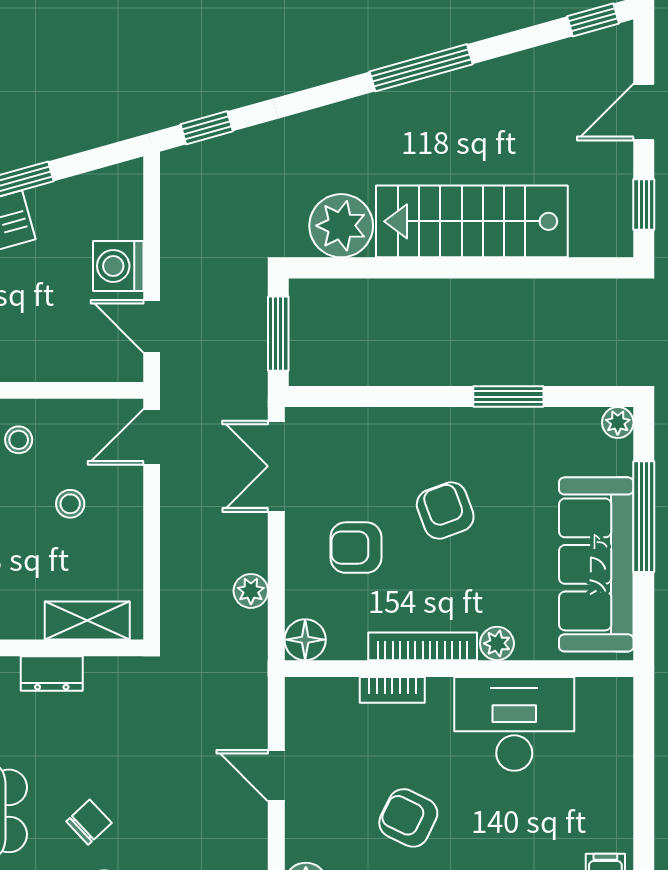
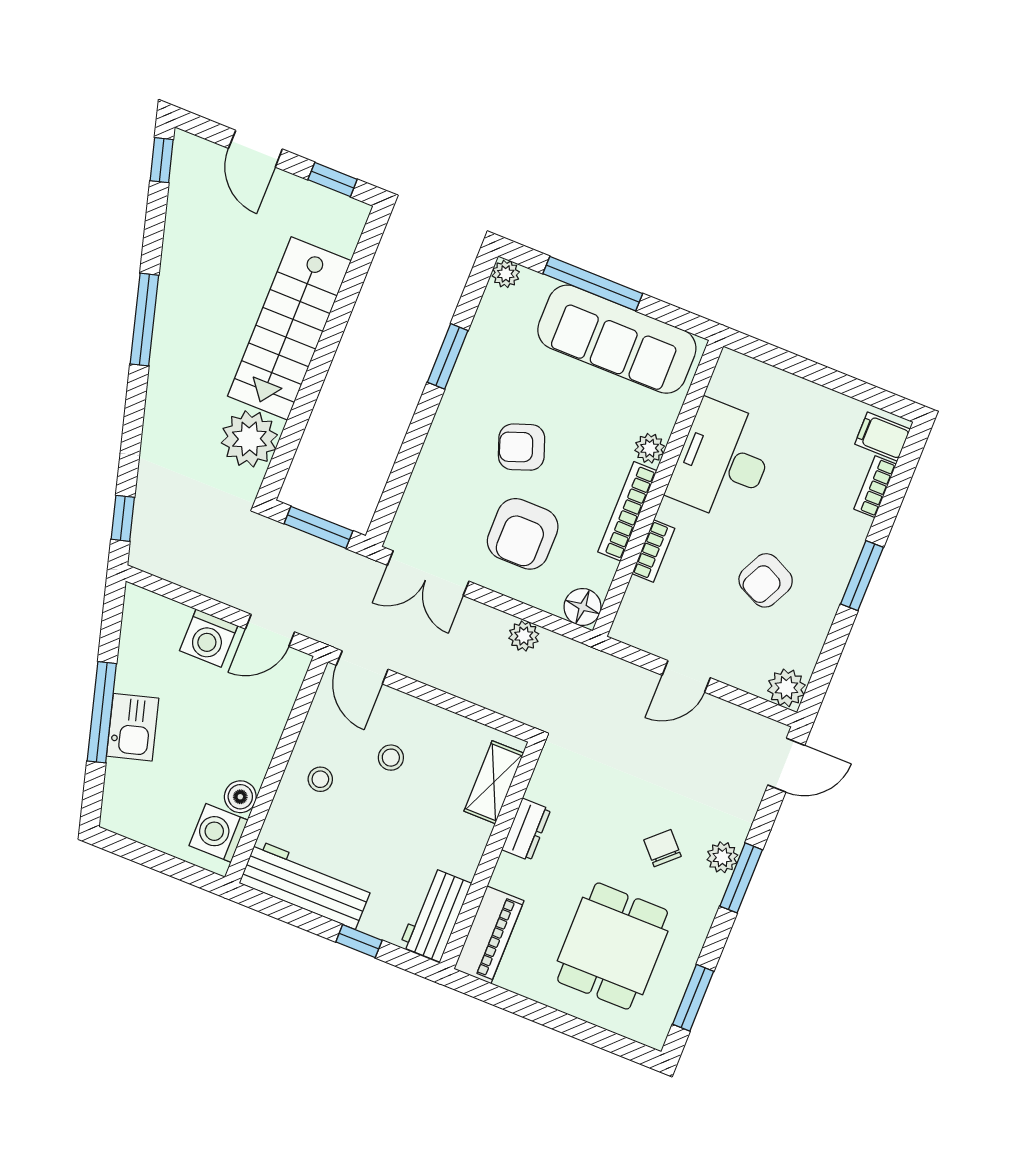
armchair: (356, 548) -> (523, 534), width x1.38, depth x1.38

